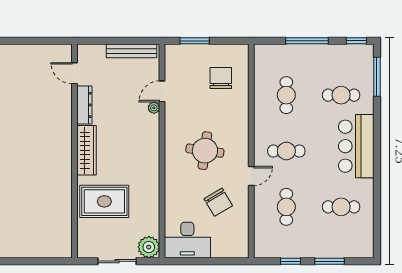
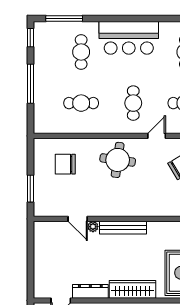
bench: (132, 51) -> (123, 228), moved, turned 90
round table: (205, 151) -> (118, 160), moved
door: (251, 176) -> (157, 136), hinge flipped

